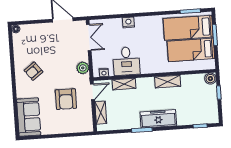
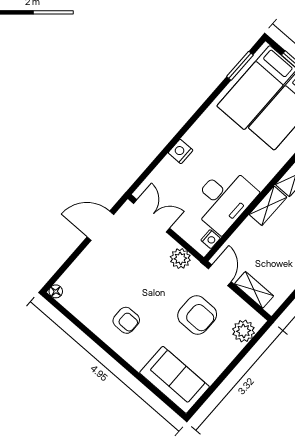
desk: (126, 61) -> (223, 199), width x1.37
armchair: (33, 71) -> (126, 320), turned -53
shelving: (124, 84) -> (268, 206), moved
plant: (79, 126) -> (244, 331), added

